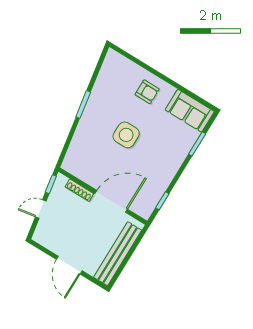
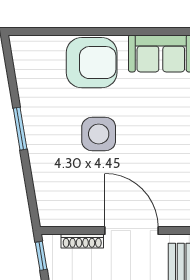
armchair: (147, 92) -> (92, 63), width x1.88, depth x1.88
door: (111, 201) -> (132, 231), hinge flipped

